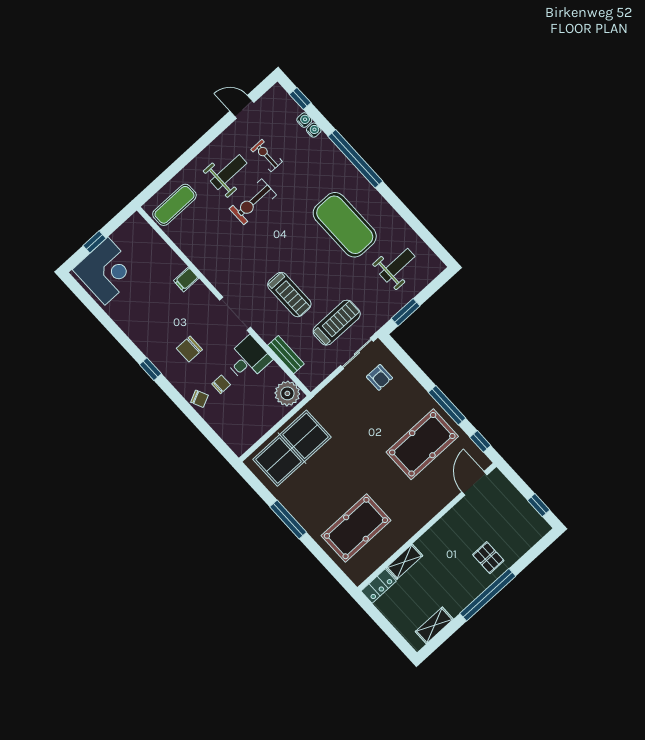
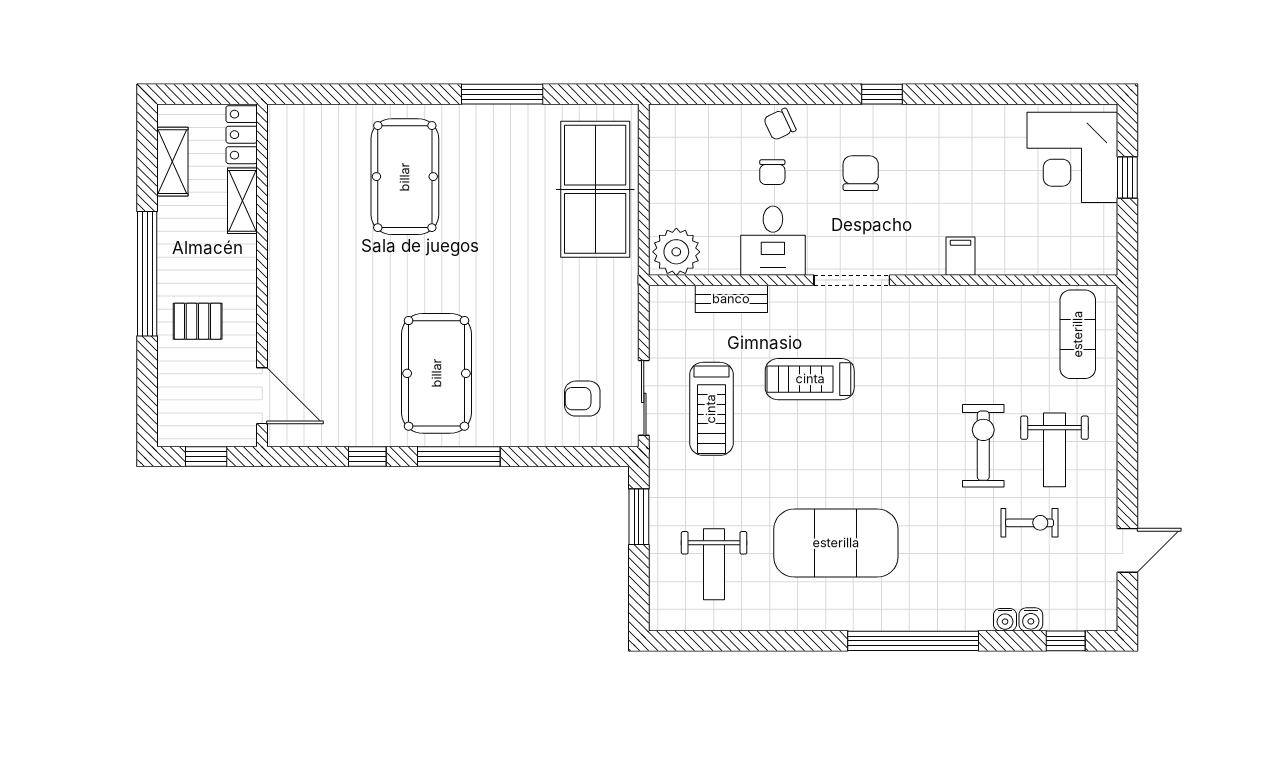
door: (474, 483) -> (262, 396), moved
wall: (427, 527) -> (262, 275), moved
shelving: (404, 562) -> (242, 201), moved
locker: (379, 586) -> (242, 135), moved

